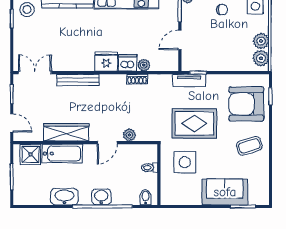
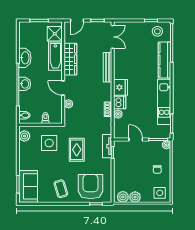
rug: (194, 124) -> (77, 150), width x0.73, depth x0.70
sofa: (225, 192) -> (28, 186), moved
plant: (175, 197) -> (24, 136), added

